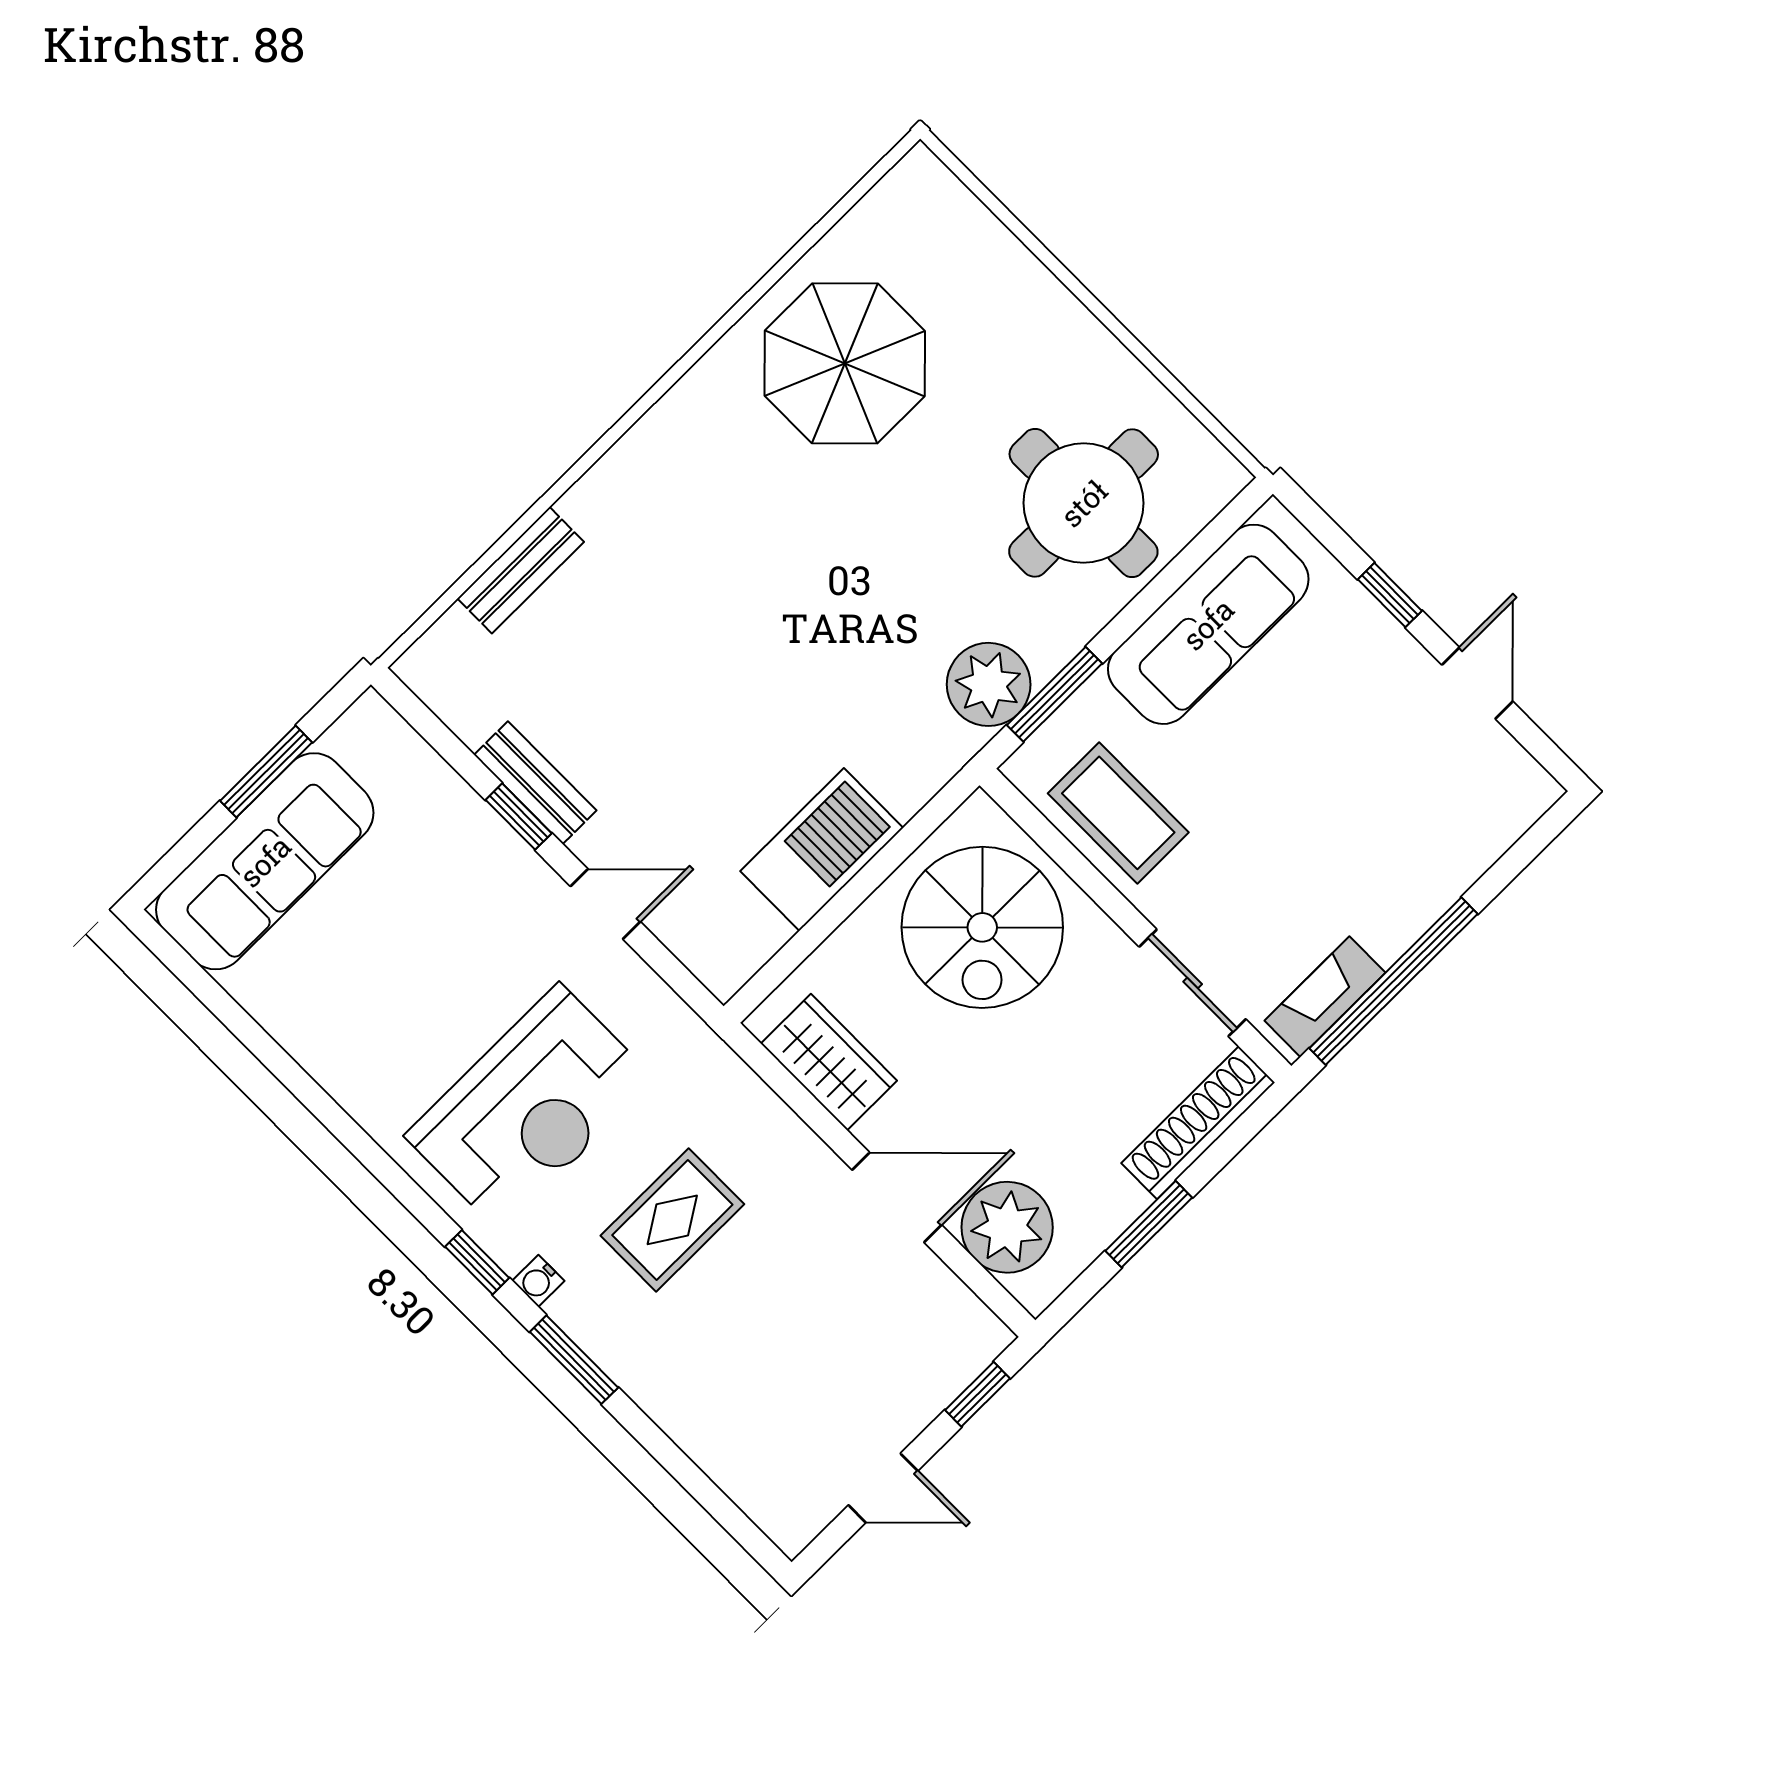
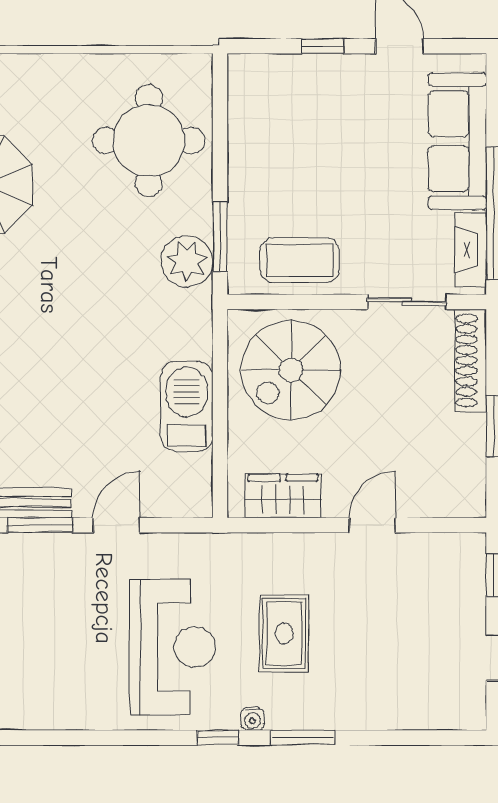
sofa: (1208, 624) -> (457, 141), moved, turned 180
window: (519, 817) -> (40, 525), width x1.50
spiral stairs: (982, 927) -> (291, 370), turned 90
door: (897, 1197) -> (372, 525), width x0.73
plant: (1007, 1227) -> (433, 490), removed

